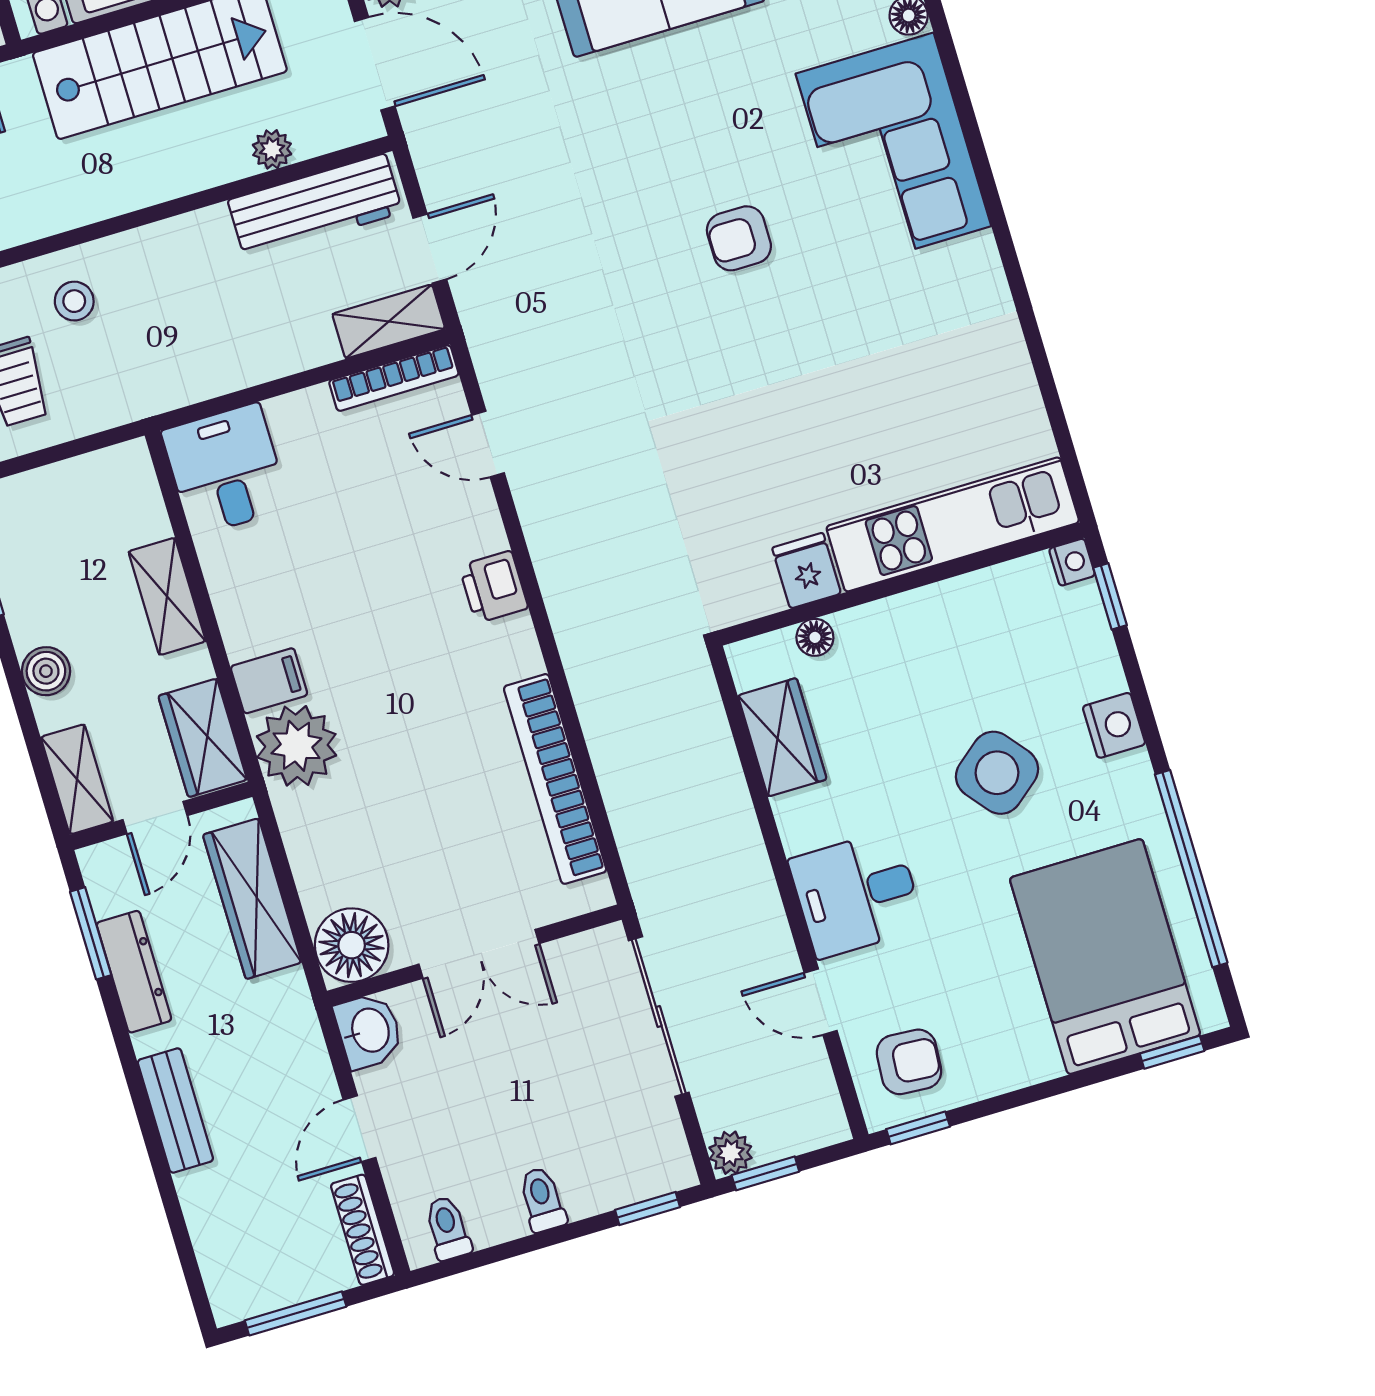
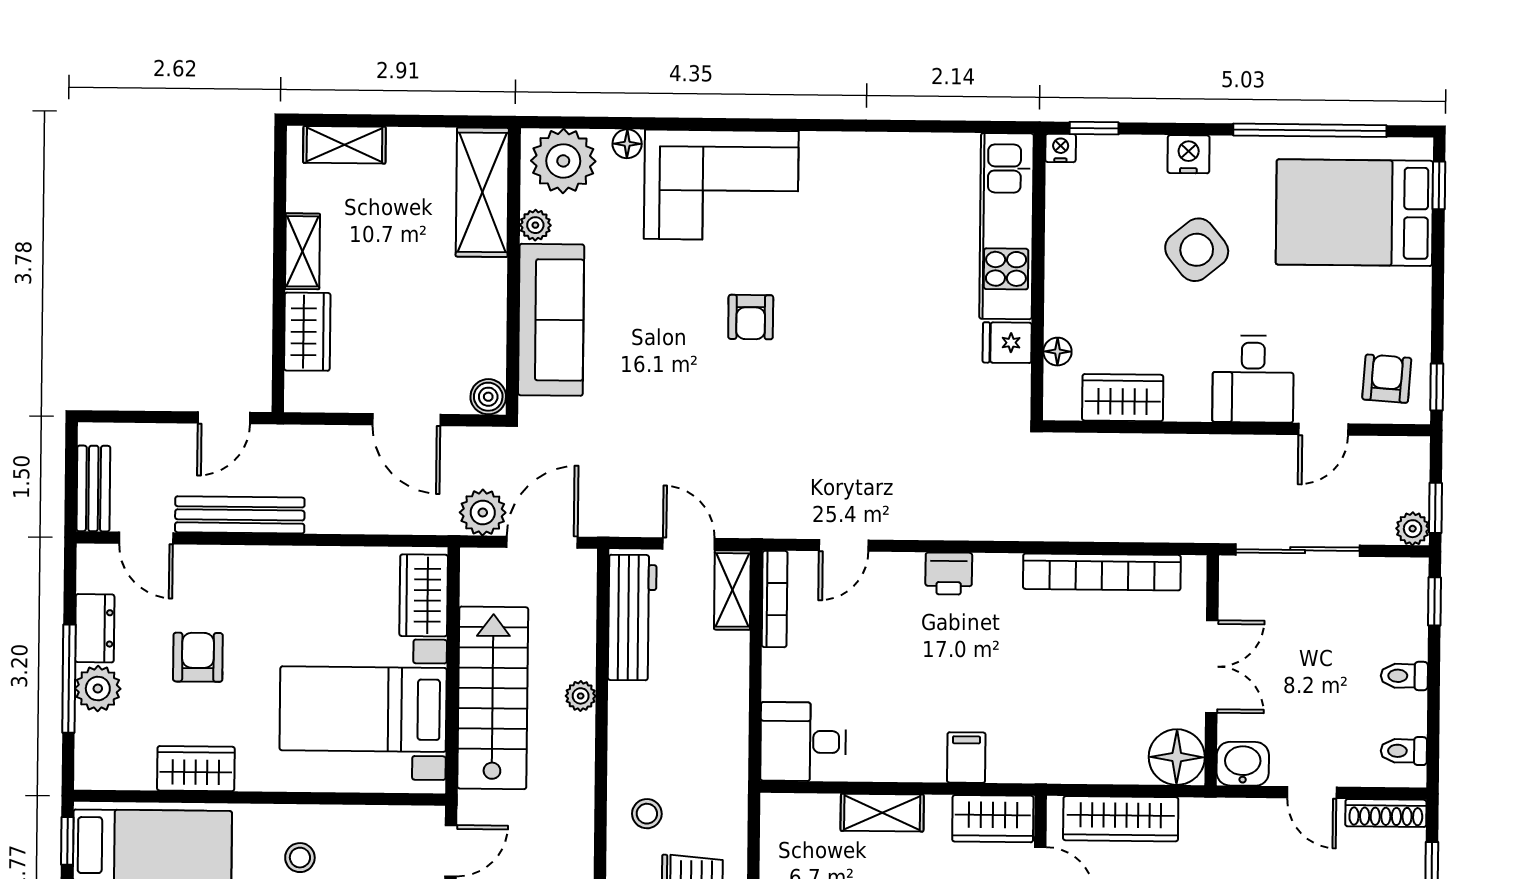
plant: (272, 149) -> (581, 696), moved
plant: (296, 746) -> (1020, 752), removed

